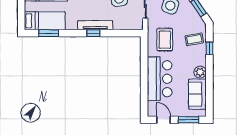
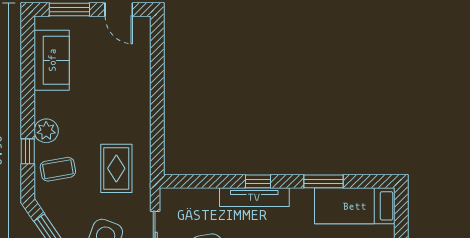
window: (49, 33) -> (324, 181), moved
plant: (200, 72) -> (46, 131), moved
bar counter: (160, 79) -> (127, 91), removed

